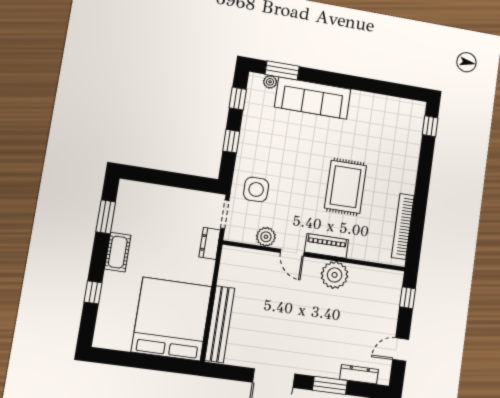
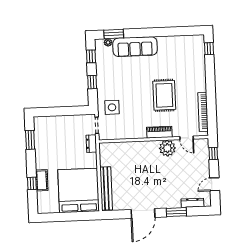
plant: (266, 237) -> (123, 134), removed
cot: (118, 252) -> (42, 180), moved
door: (292, 253) -> (187, 138), moved

